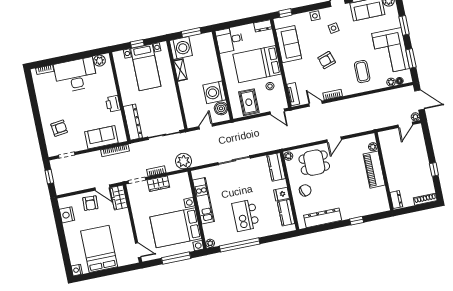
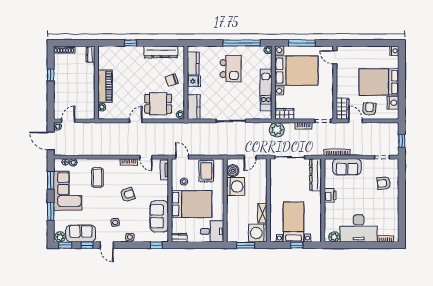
wardrobe: (158, 184) -> (284, 114), moved
bed: (99, 249) -> (379, 82), moved, turned 90

